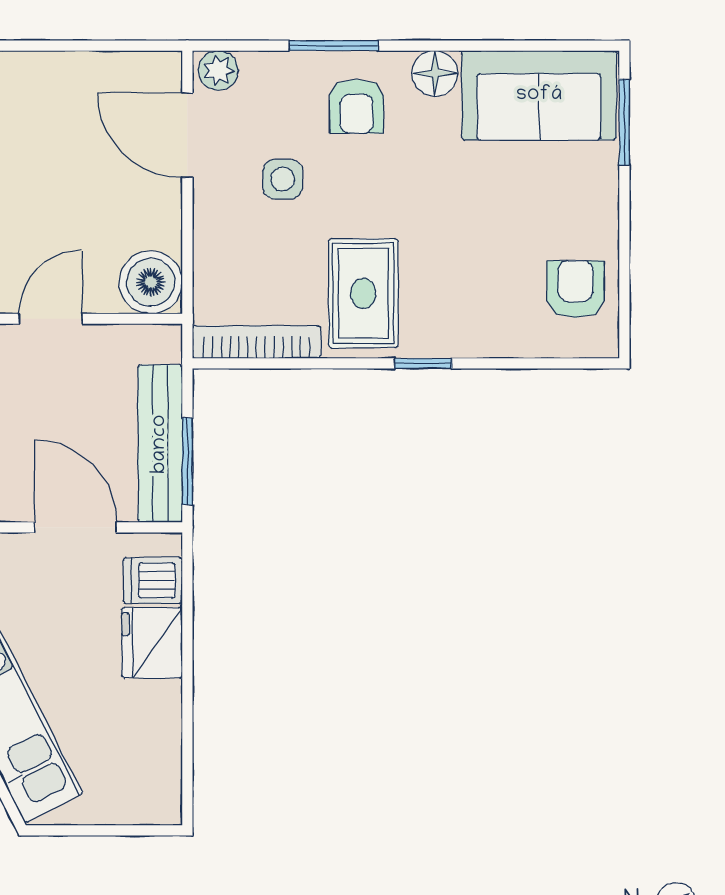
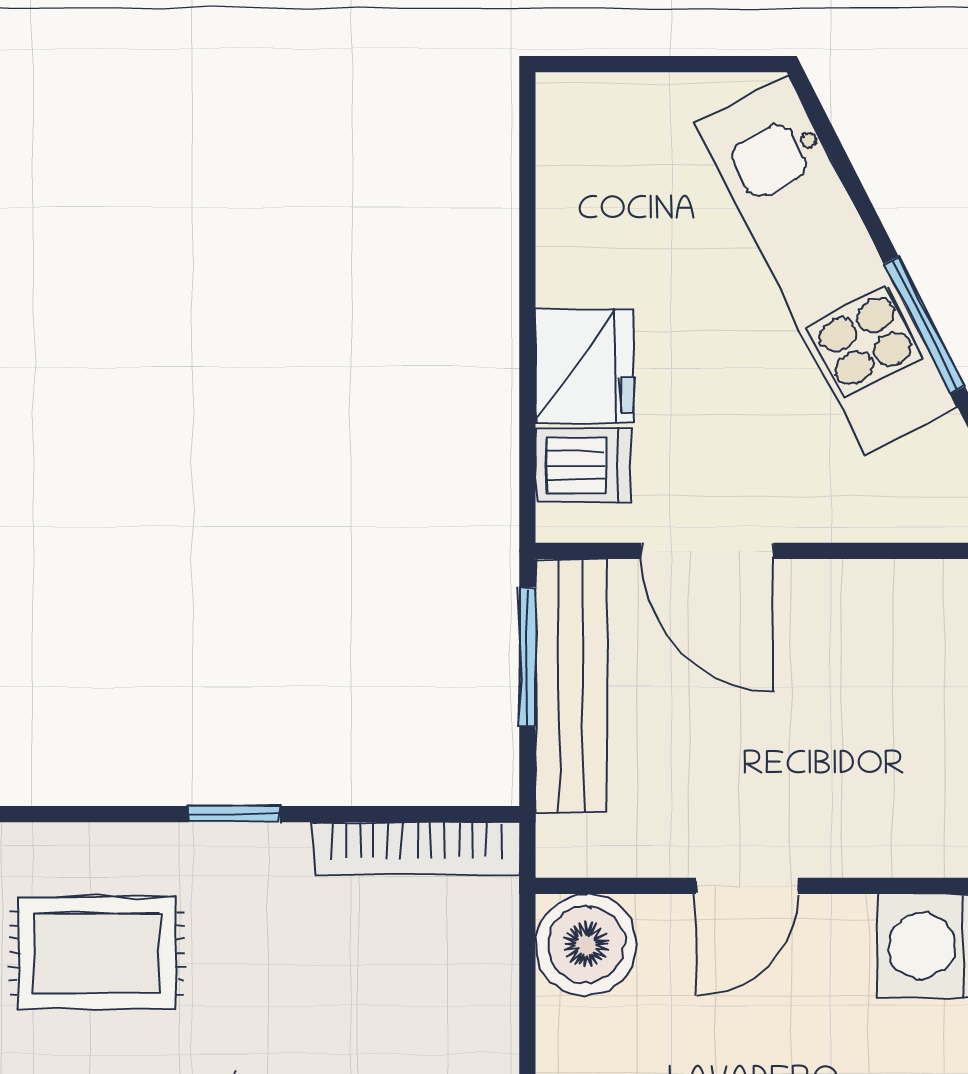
rug: (363, 293) -> (97, 953), moved, turned 90
window: (423, 363) -> (234, 814), moved

